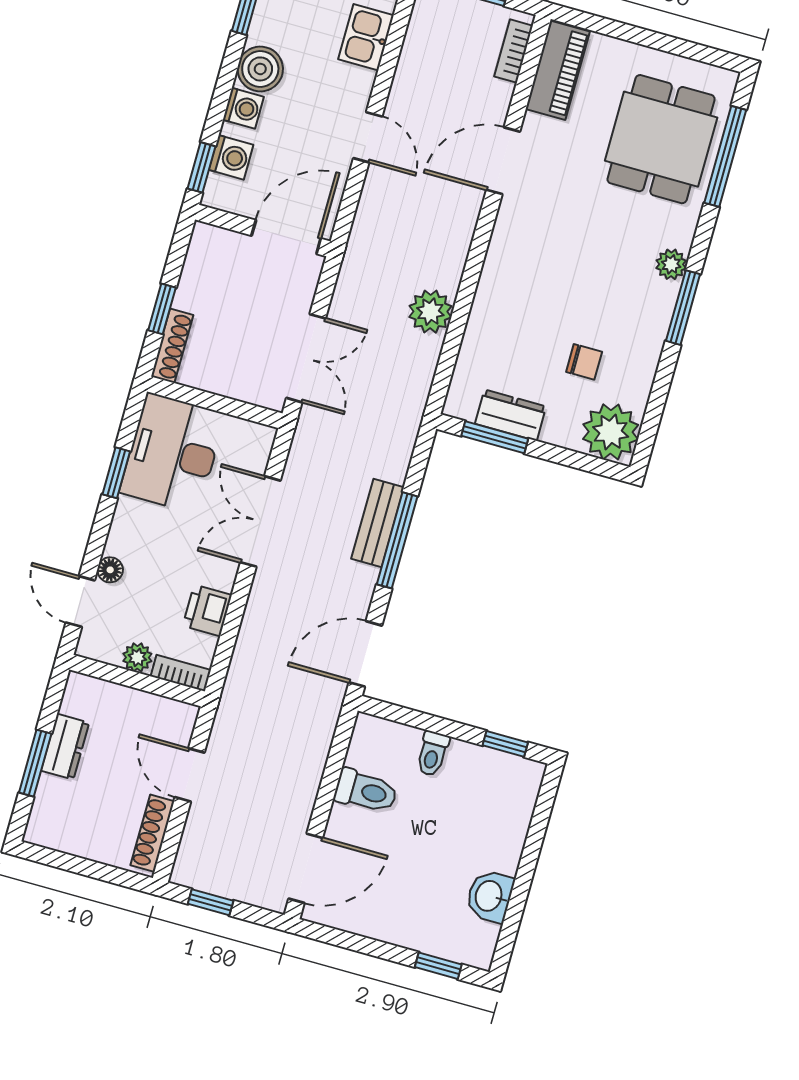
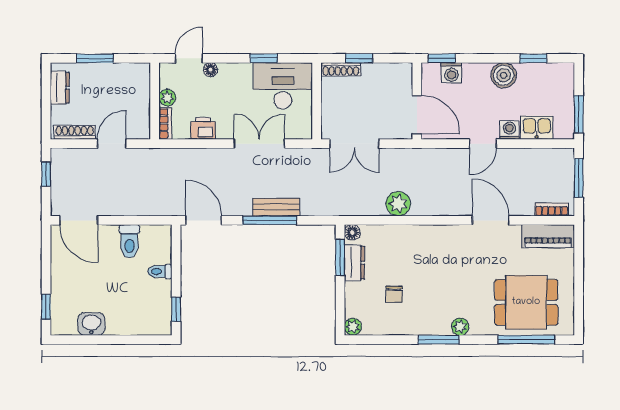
washing machine: (243, 108) -> (510, 130), moved, turned 180
floor lamp: (458, 404) -> (352, 232), added
plant: (611, 432) -> (353, 327), width x0.53, depth x0.53
dresser: (65, 747) -> (60, 88), moved, turned -90

